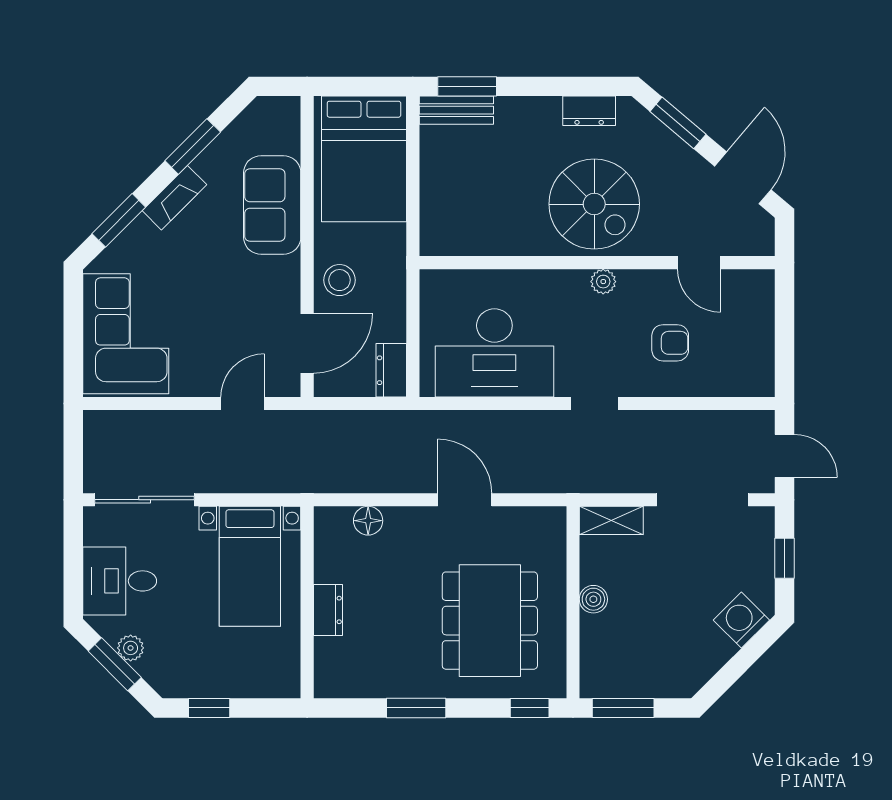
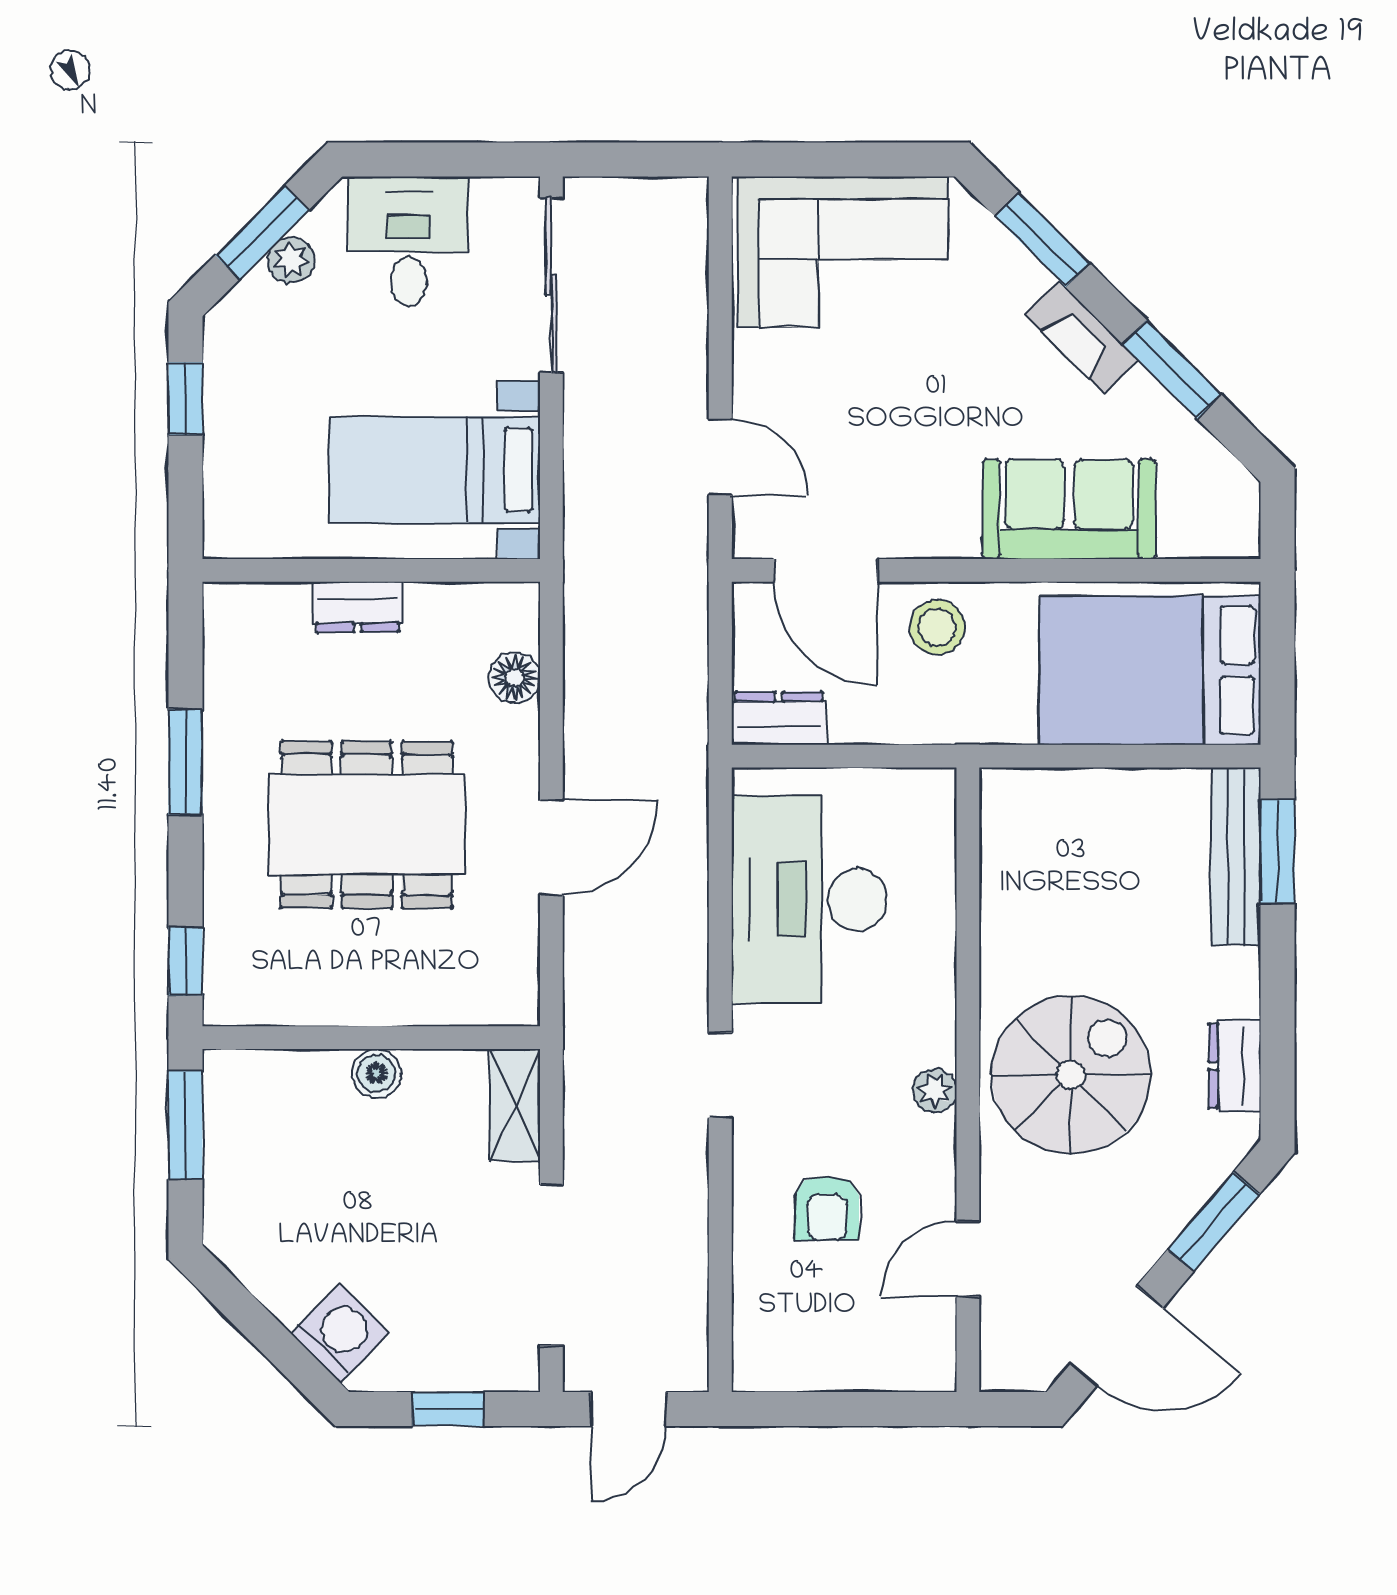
bench: (456, 110) -> (1236, 856), width x1.36
spiral stairs: (594, 204) -> (1071, 1075), turned 180
dining table: (490, 621) -> (367, 825), moved

